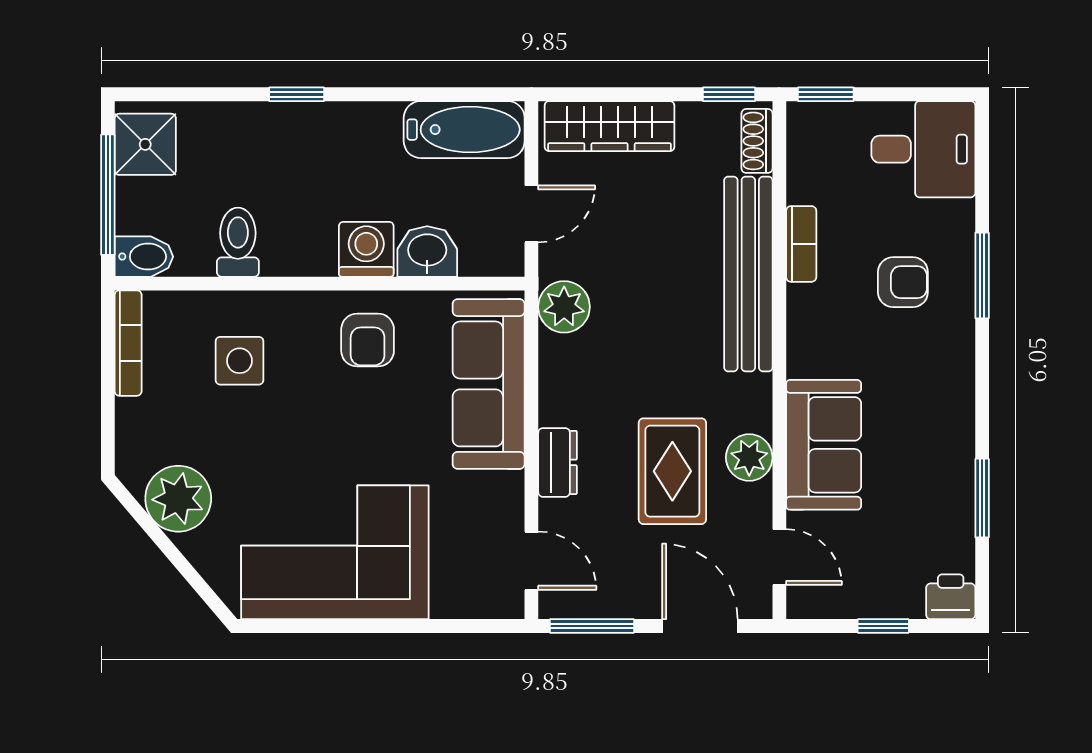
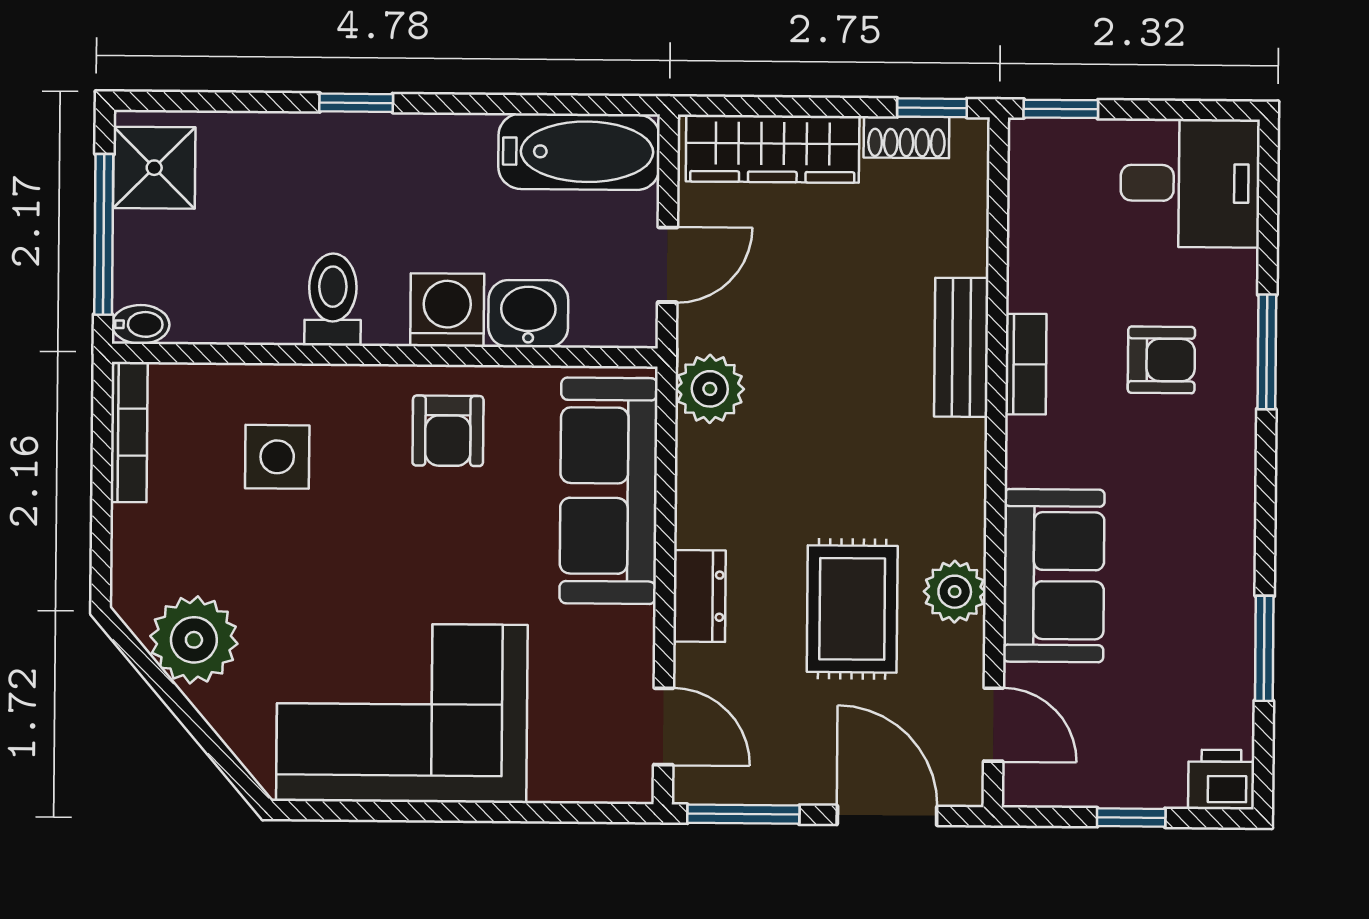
shoe rack: (757, 141) -> (906, 137), moved, turned -90
toilet: (238, 242) -> (333, 299), moved
bookcase: (801, 244) -> (1026, 364), moved
bidet: (144, 257) -> (141, 324), width x0.72, depth x0.74
bench: (748, 274) -> (961, 347), width x0.54, depth x0.82

